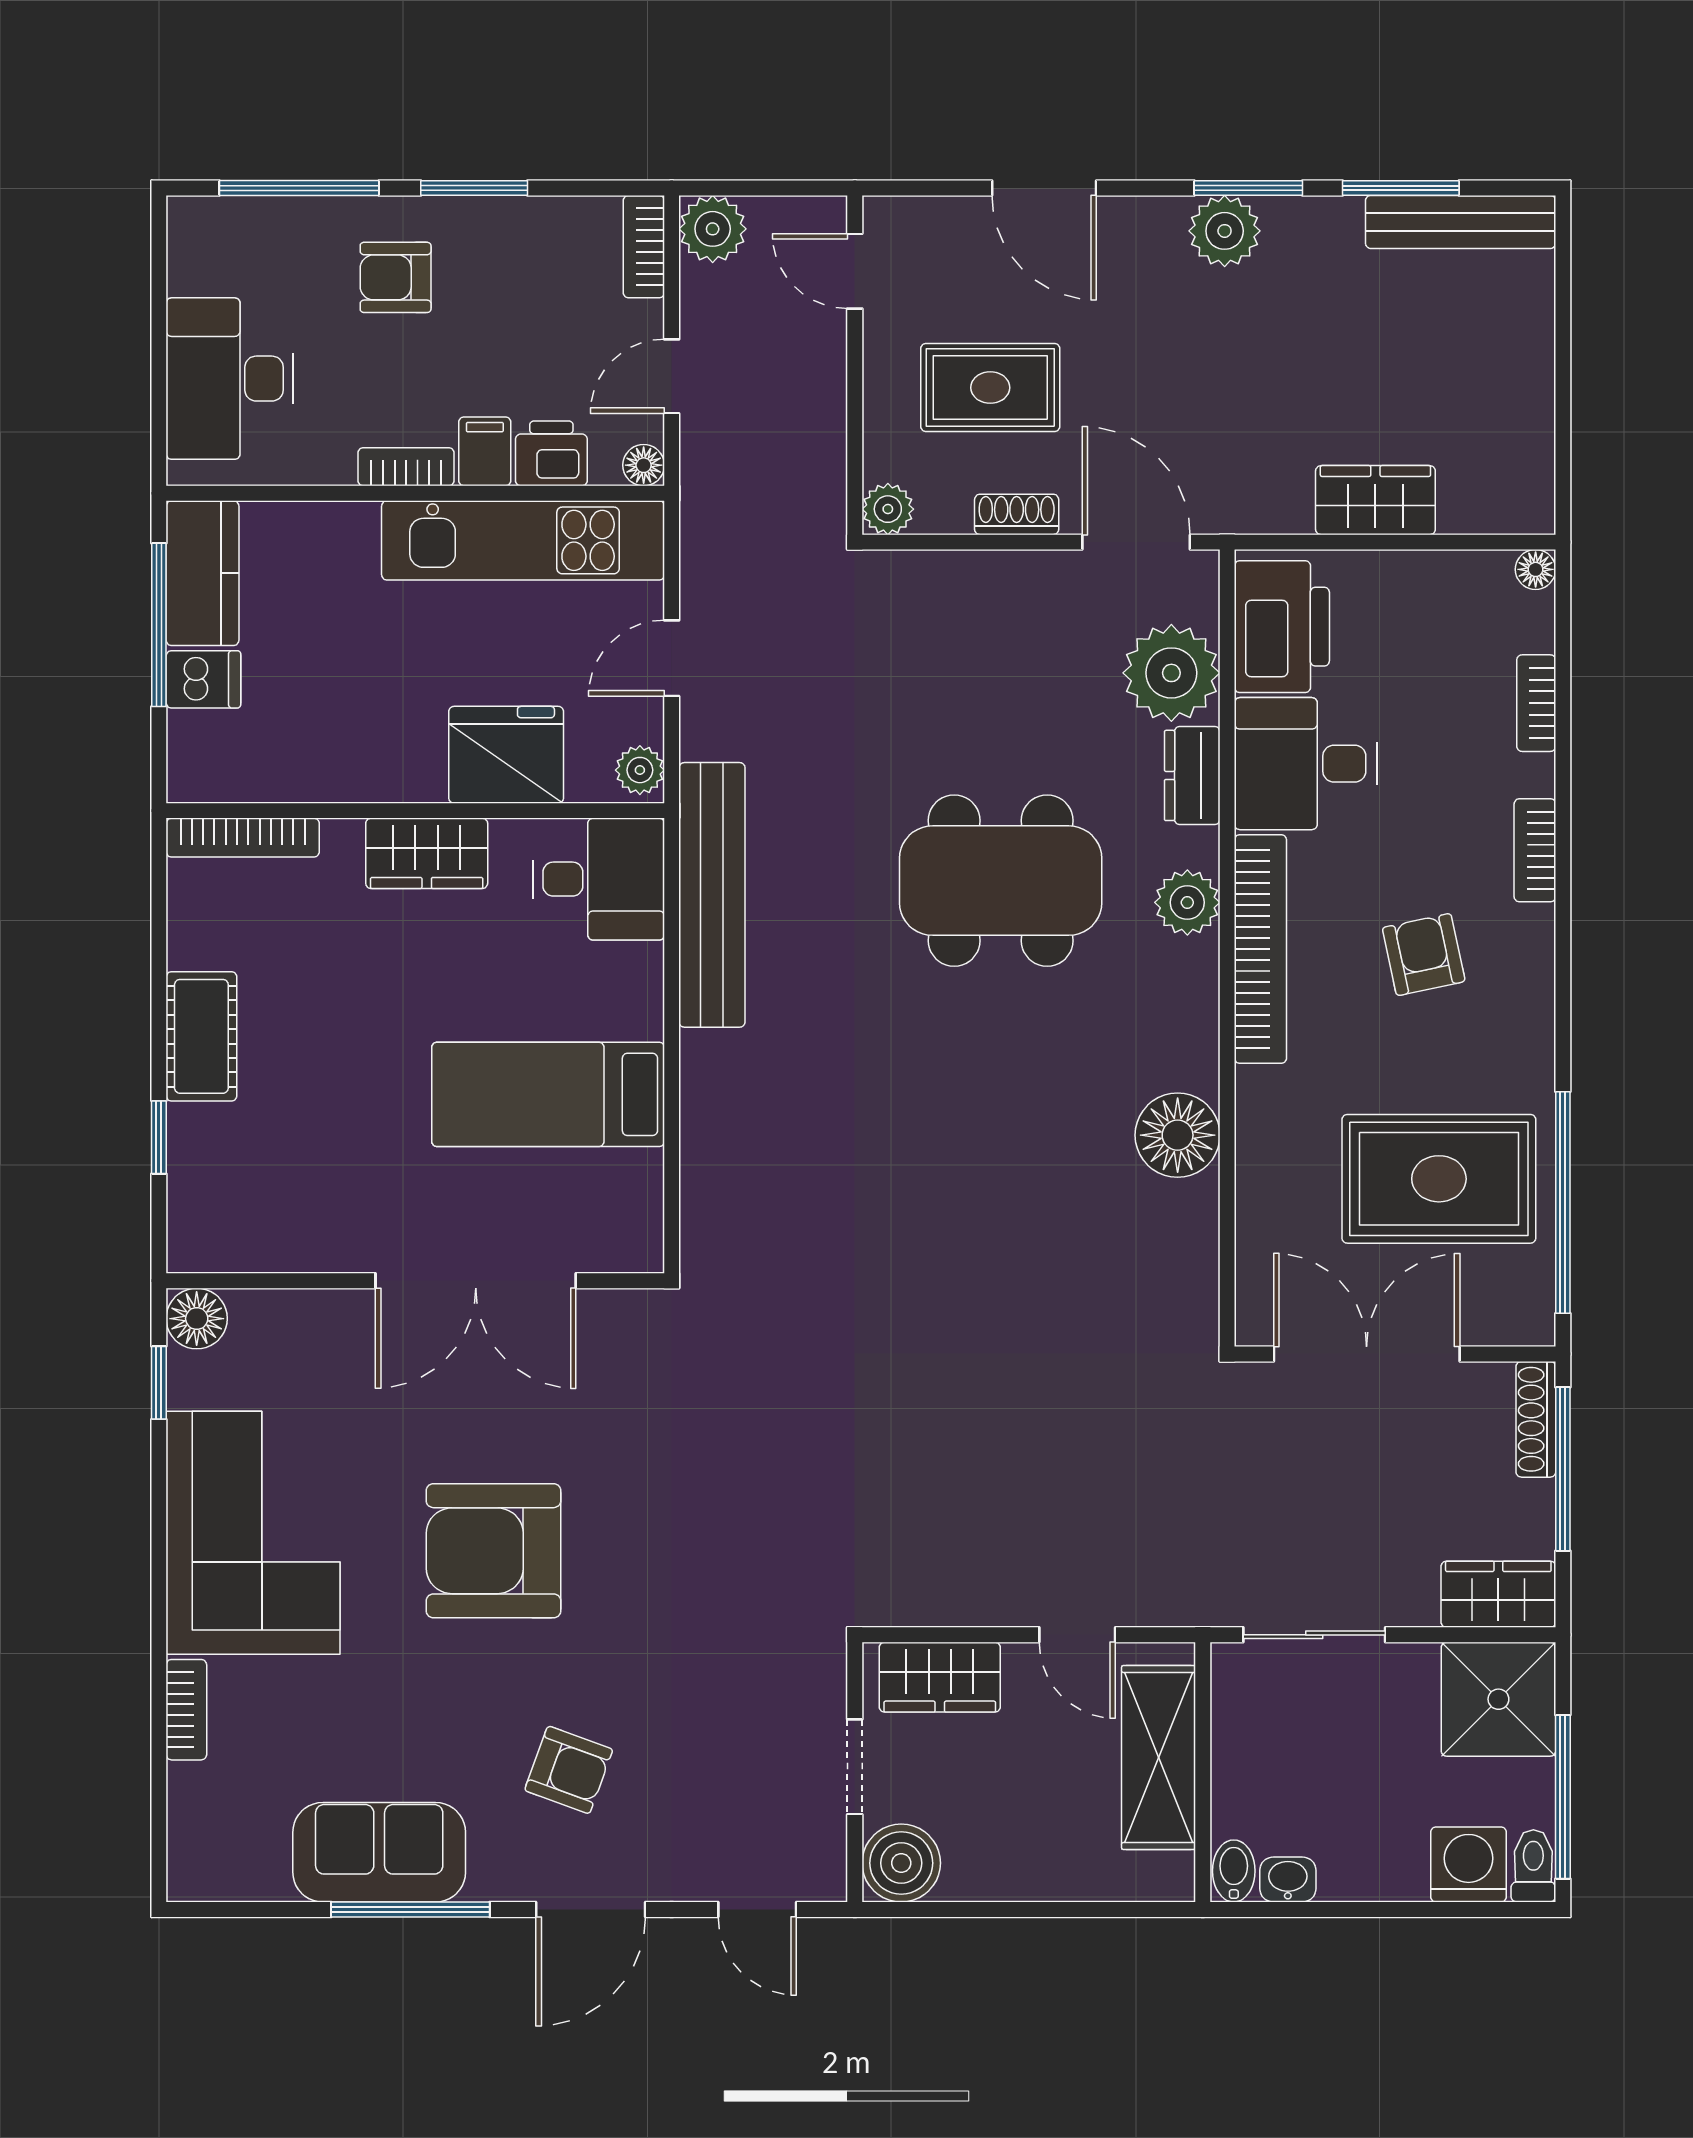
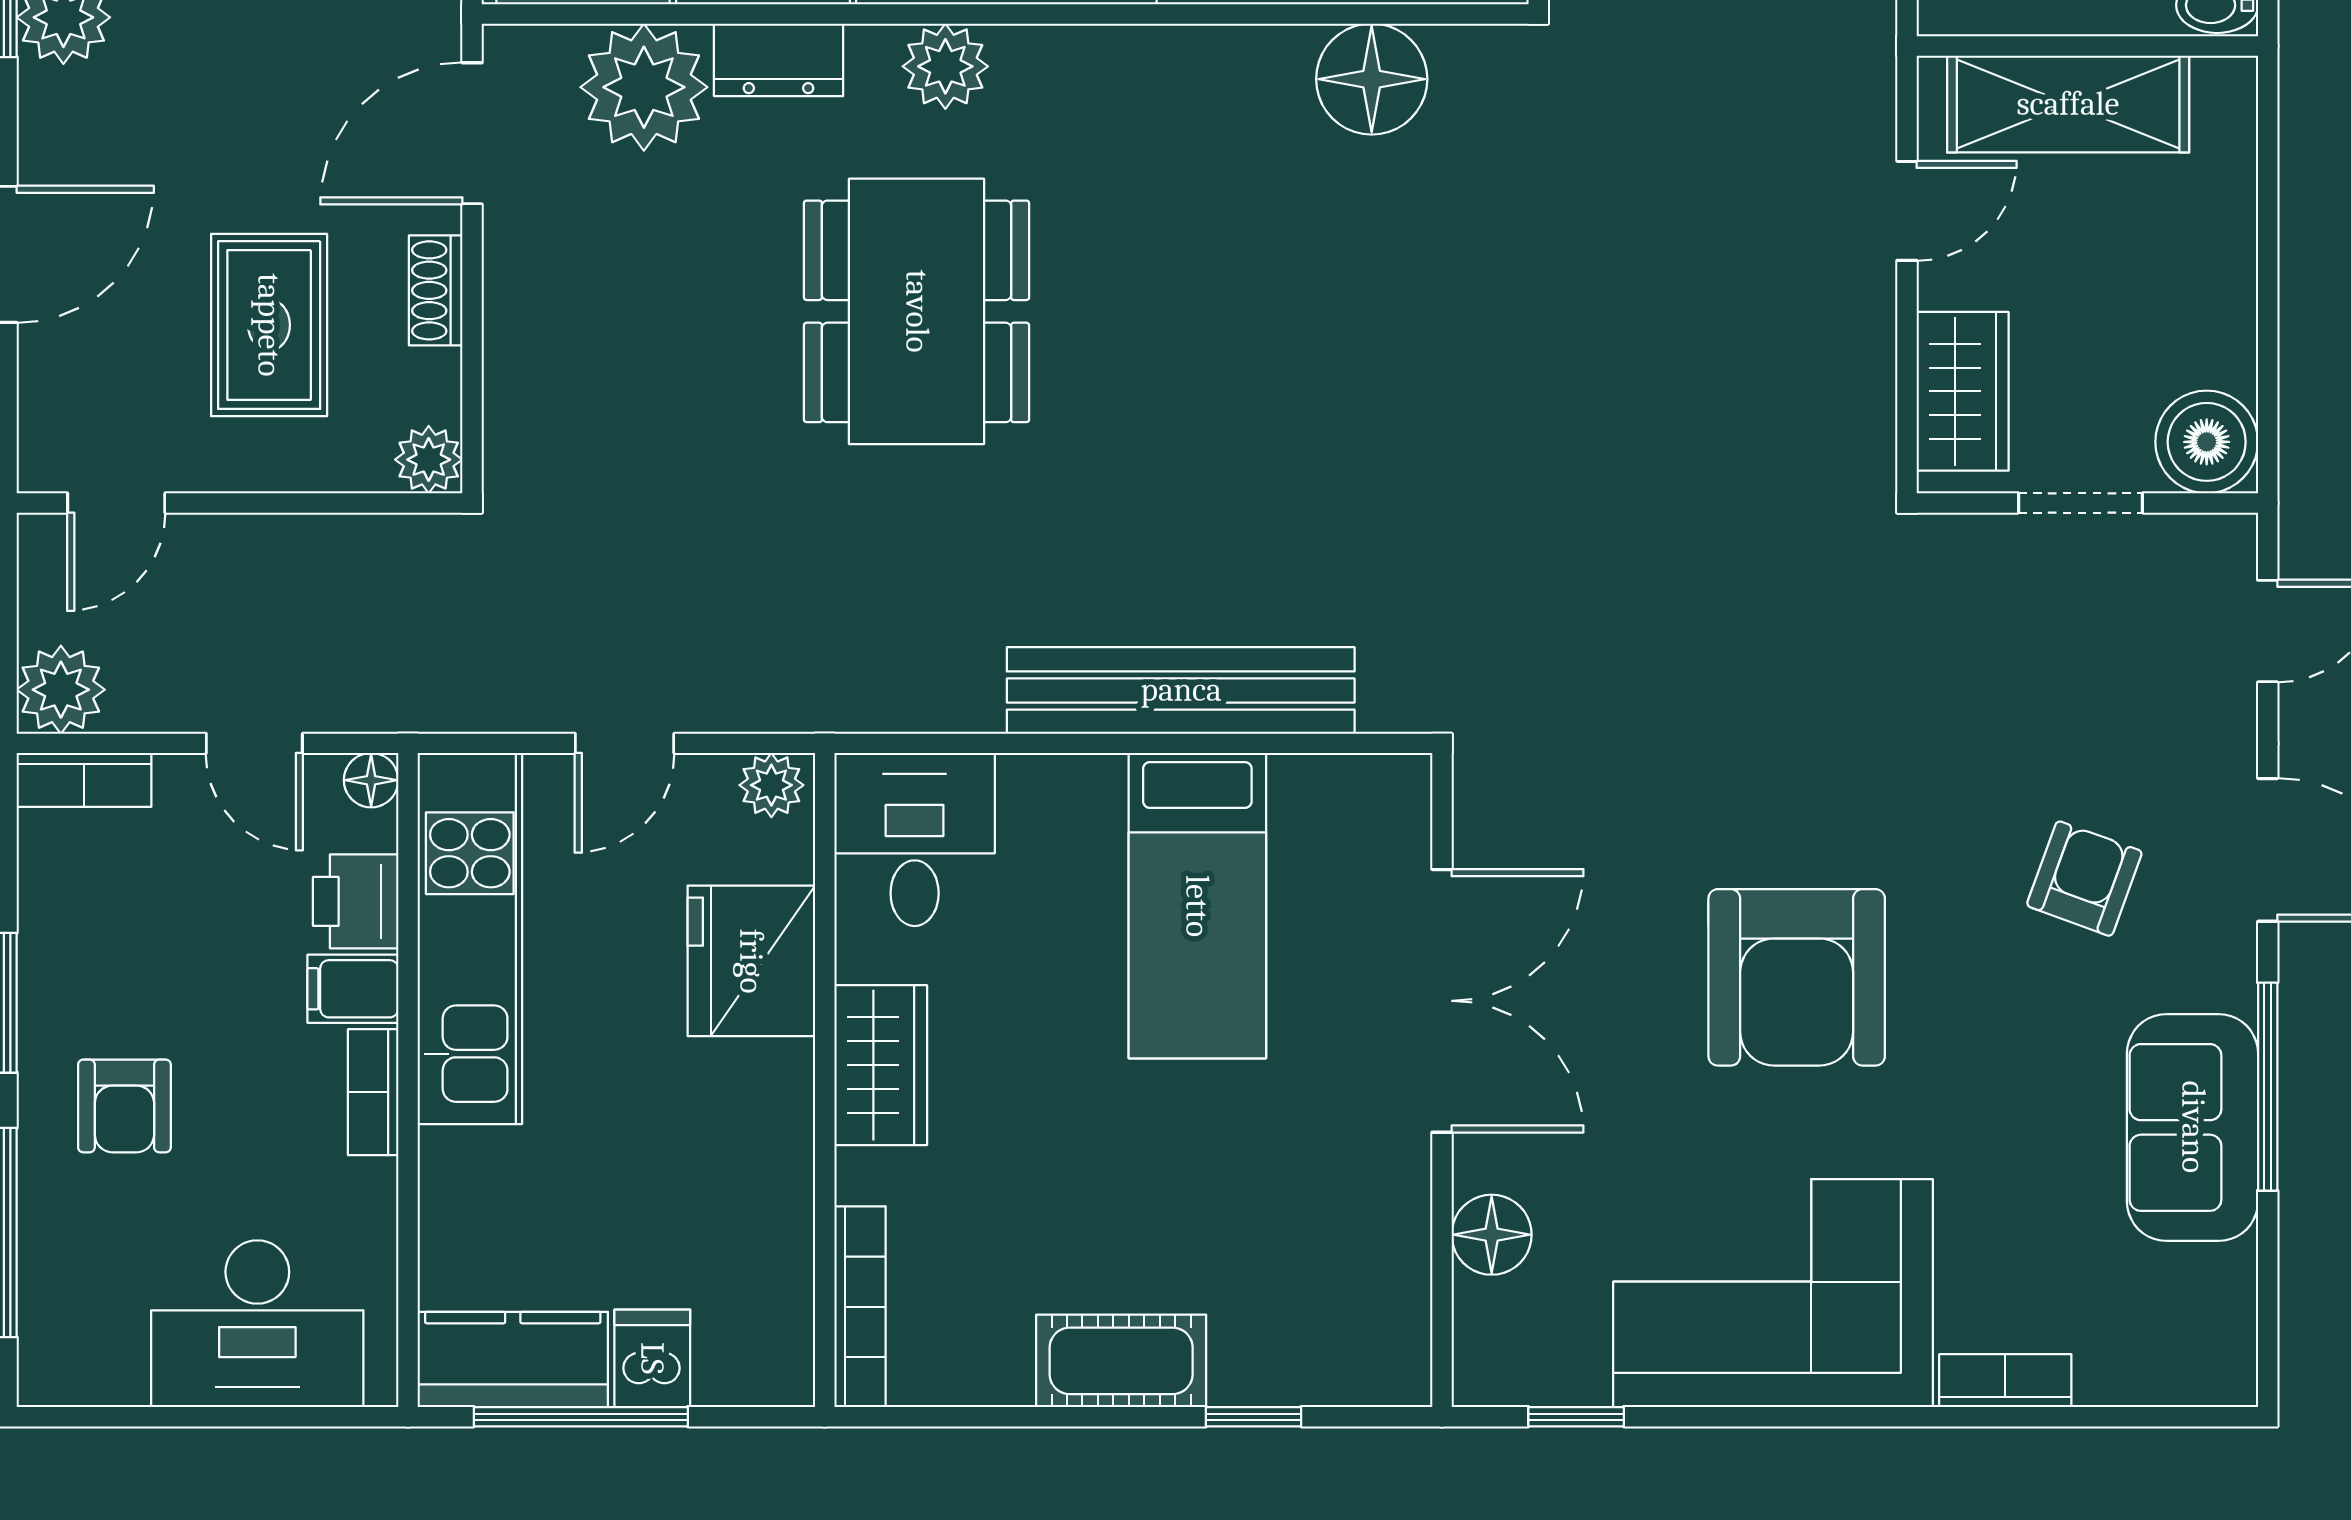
door: (672, 658) -> (625, 743), hinge flipped
bench: (712, 895) -> (1181, 690), moved
floor lamp: (1178, 1135) -> (1372, 79), moved
floor lamp: (197, 1319) -> (1492, 1235), moved

